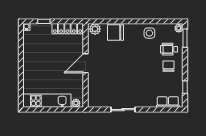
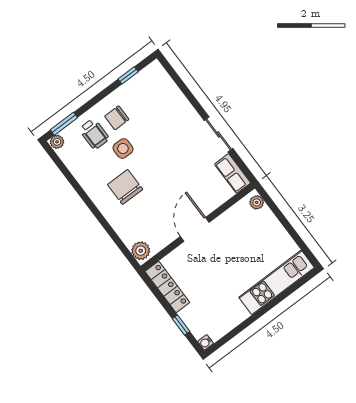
chair: (115, 32) -> (125, 187), moved, turned 180
side table: (149, 33) -> (123, 148), moved
door: (85, 63) -> (195, 229), swing flipped
kitchen unit: (47, 101) -> (277, 282), moved, turned 90
row of seats: (168, 102) -> (233, 173), moved

